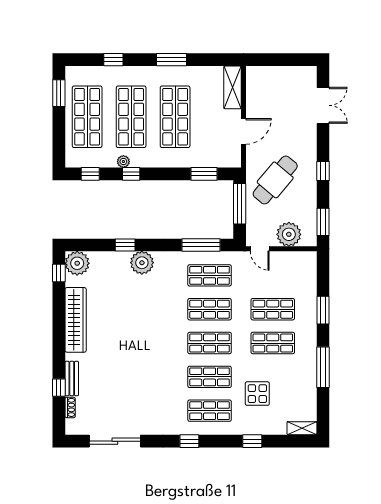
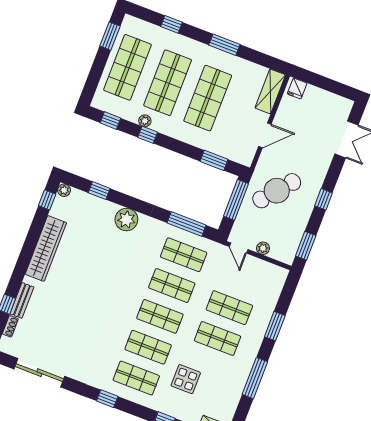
fridge: (257, 75) -> (297, 88), added
plant: (289, 234) -> (263, 248), width x0.53, depth x0.53
window: (125, 245) -> (99, 191), moved
plant: (77, 263) -> (64, 190), width x0.53, depth x0.53

